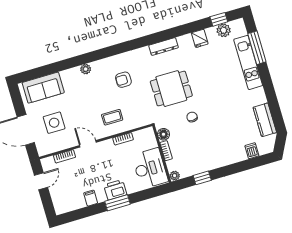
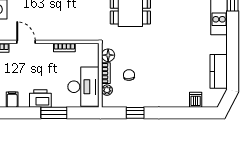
coffee table: (112, 117) -> (60, 21), removed
chair: (192, 117) -> (129, 75), moved
plant: (175, 176) -> (107, 90), moved
window: (117, 203) -> (54, 113), moved

